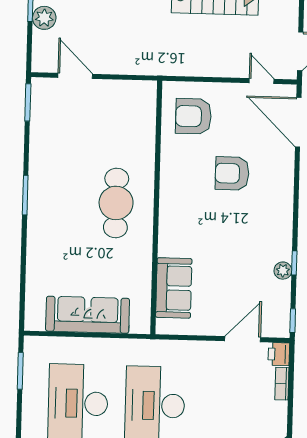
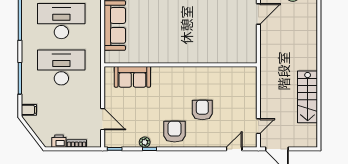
armchair: (193, 116) -> (175, 132), moved
door: (298, 122) -> (234, 149), width x0.53
cafe table: (116, 203) -> (183, 41), removed
printer: (279, 354) -> (59, 141), moved

